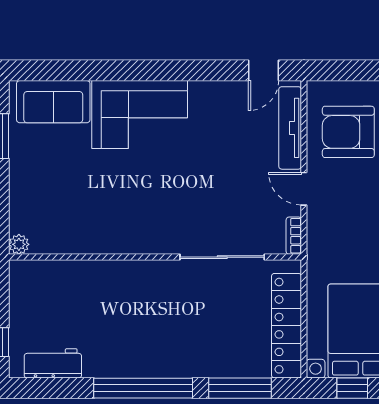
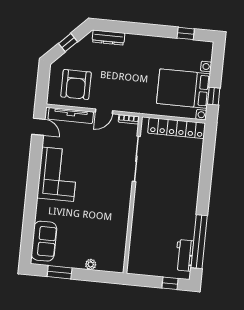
corner sofa: (140, 115) -> (58, 174), moved
plant: (19, 244) -> (91, 264), moved
window: (143, 388) -> (199, 242), moved
window: (240, 388) -> (208, 156), removed

